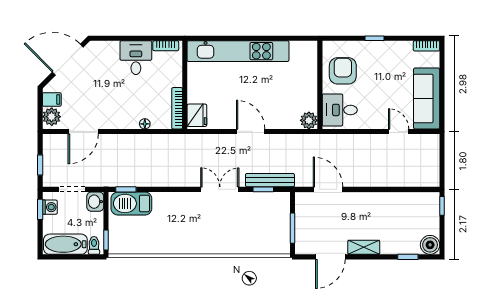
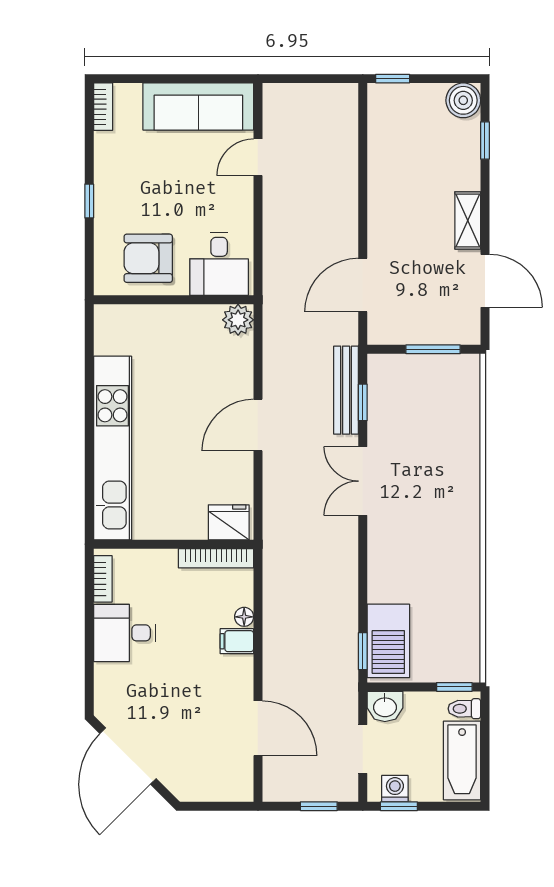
filing cabinet: (52, 99) -> (237, 641), moved, turned -90
plant: (52, 117) -> (231, 786), removed

